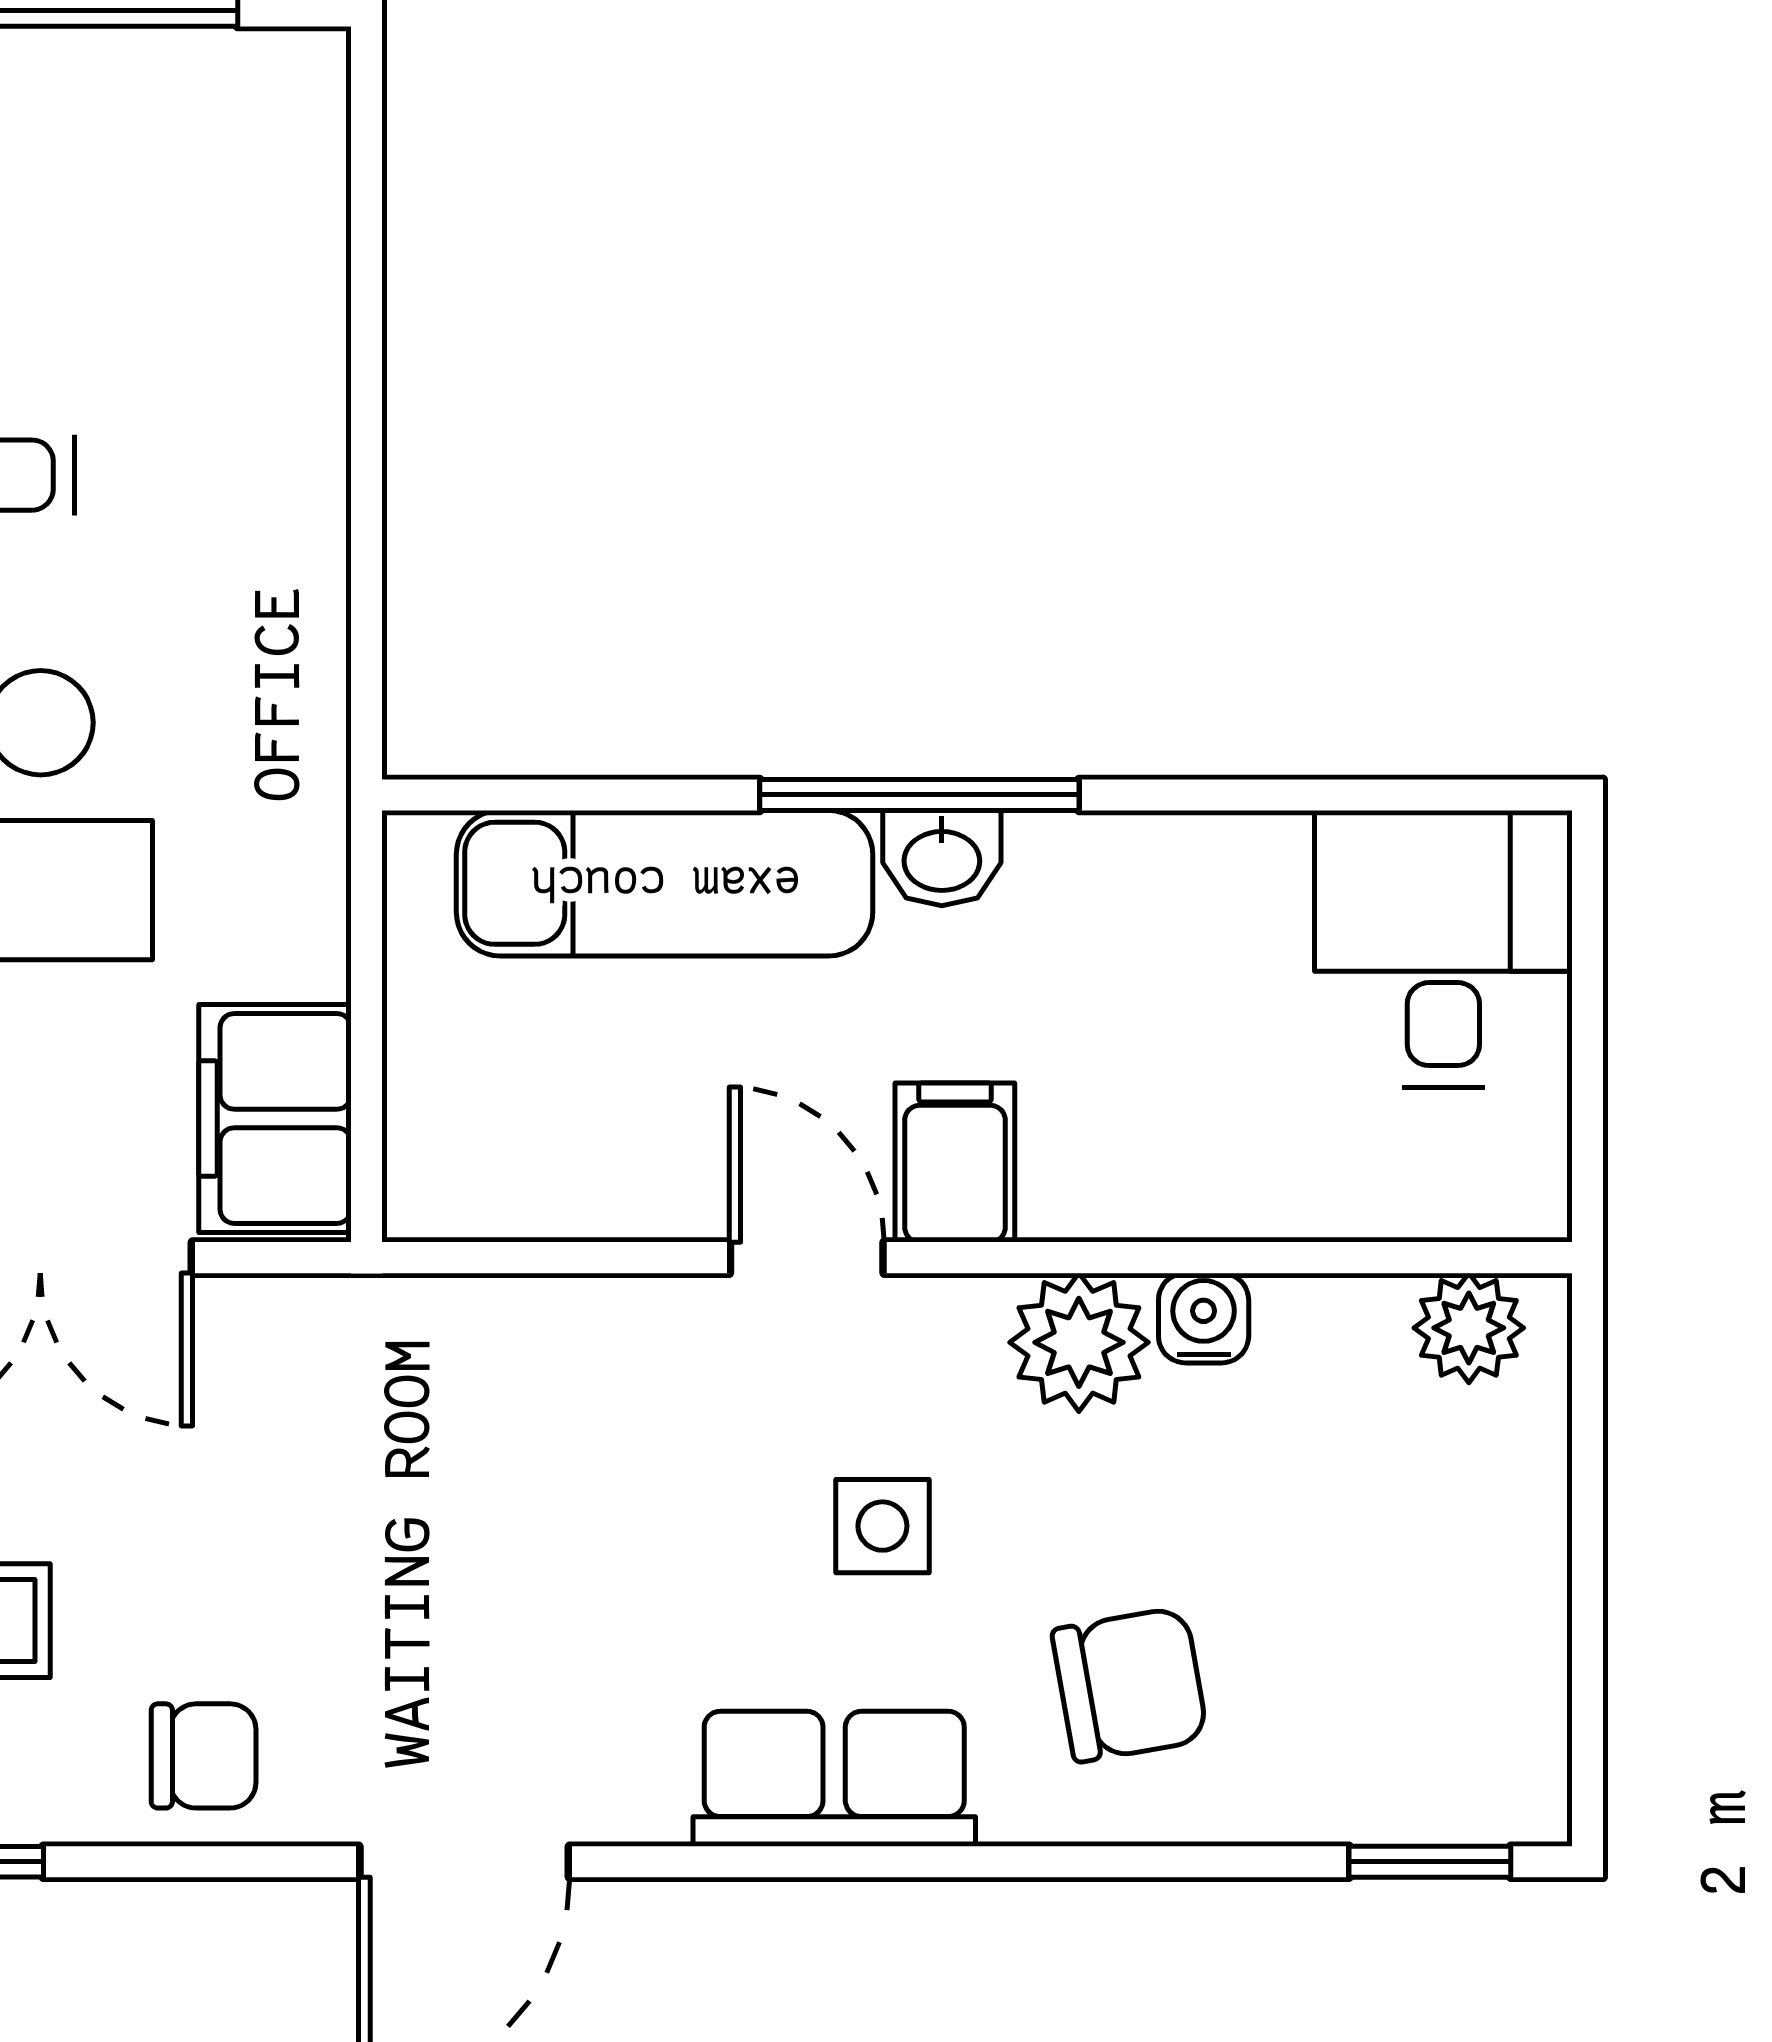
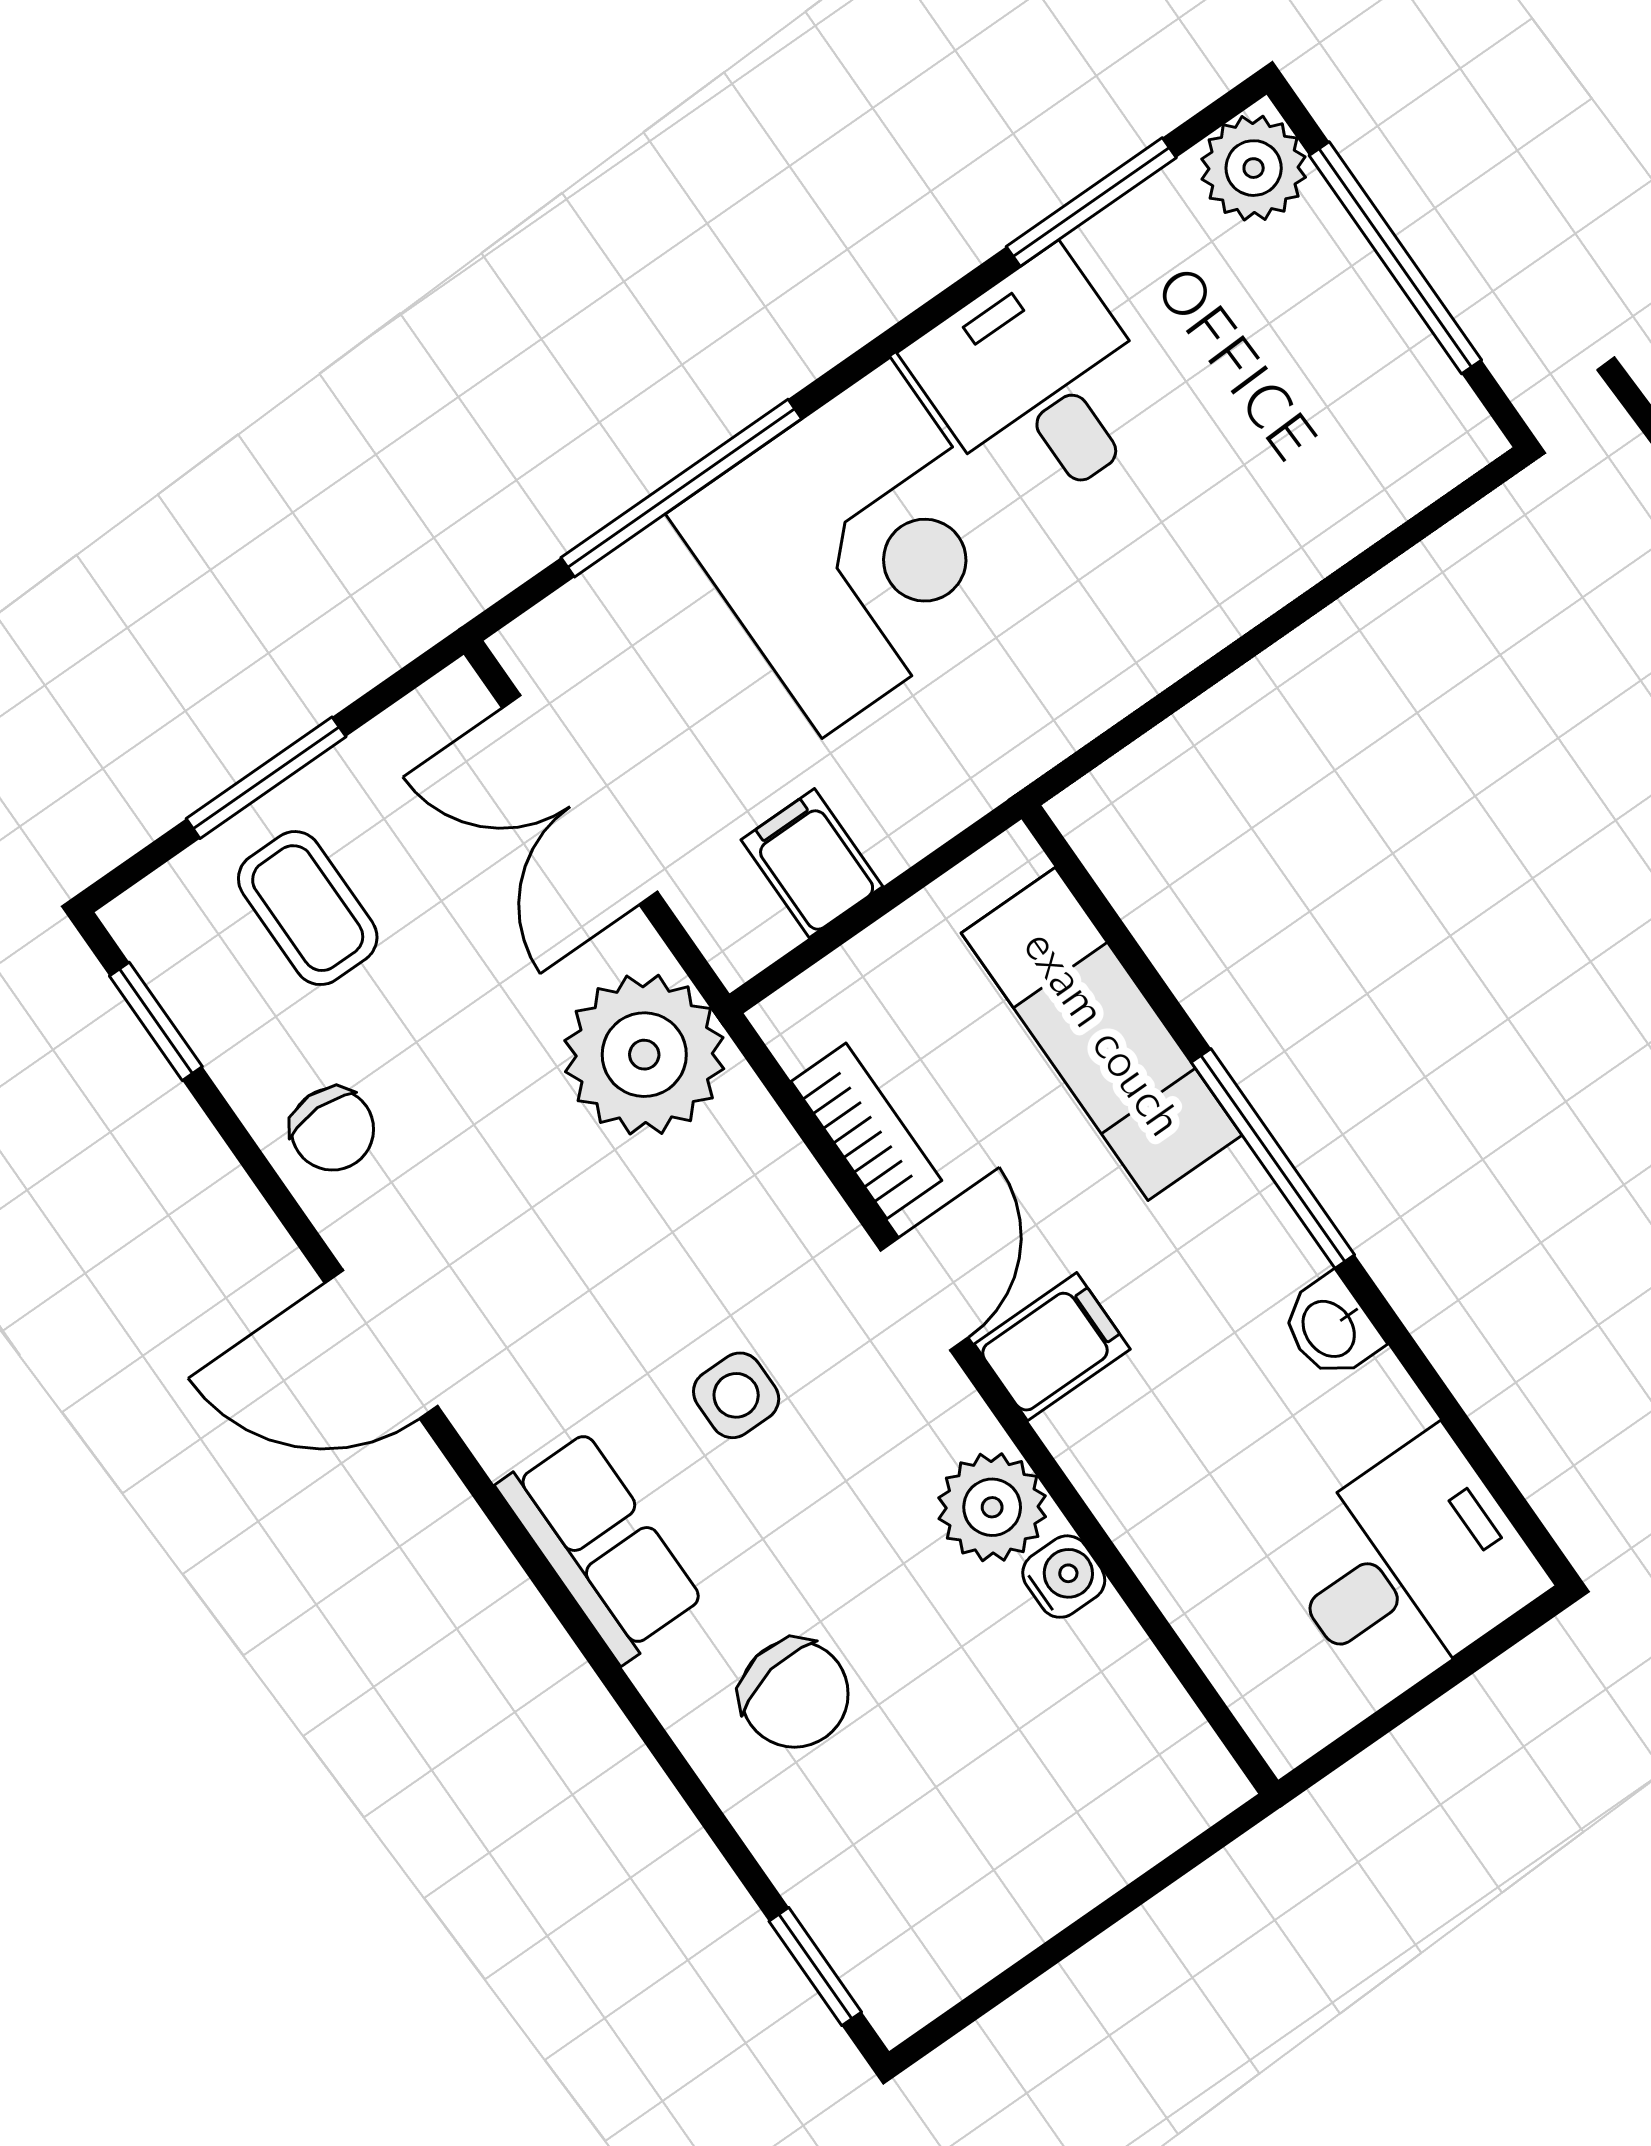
washbasin: (942, 858) -> (1331, 1328), moved
filing cabinet: (275, 1118) -> (812, 863), width x0.50
bookcase: (594, 1200) -> (866, 1131), added
plant: (1469, 1328) -> (644, 1055), moved, width x1.88, depth x1.88
side table: (882, 1526) -> (736, 1395), moved

